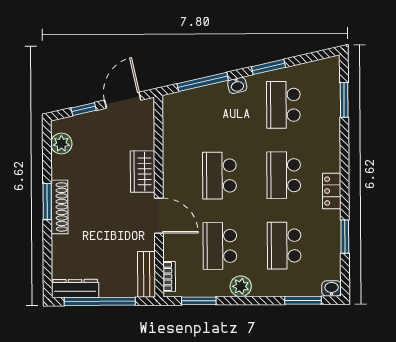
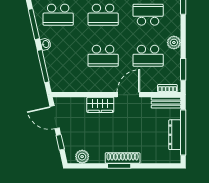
window: (268, 67) -> (34, 24), width x1.44
school desk: (284, 246) -> (148, 15), turned 180
dresser: (75, 288) -> (175, 135), moved

